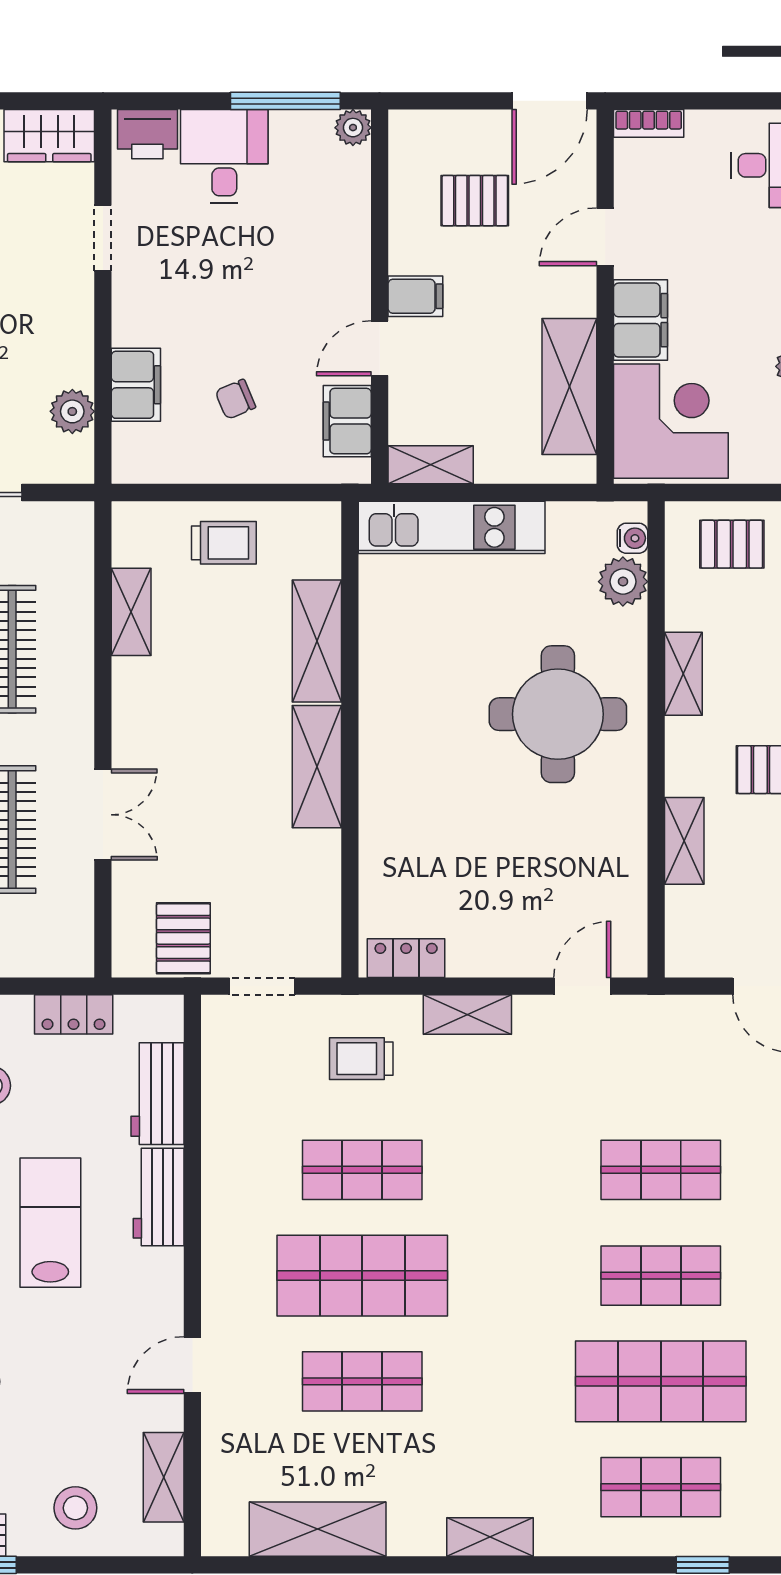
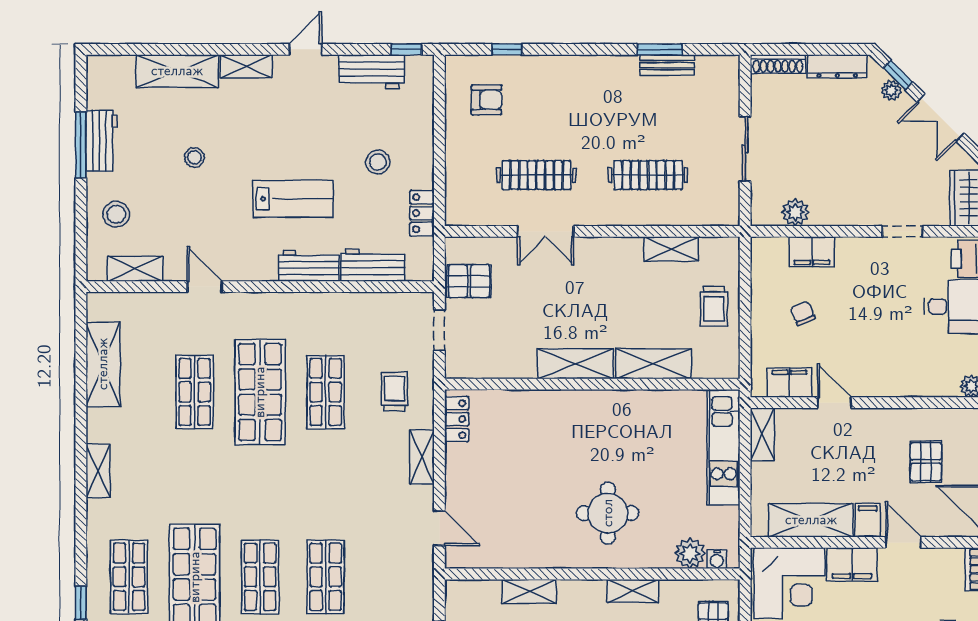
filing cabinet: (415, 296) -> (868, 520), moved, turned 180
round table: (558, 714) -> (608, 513), width x0.73, depth x0.73

